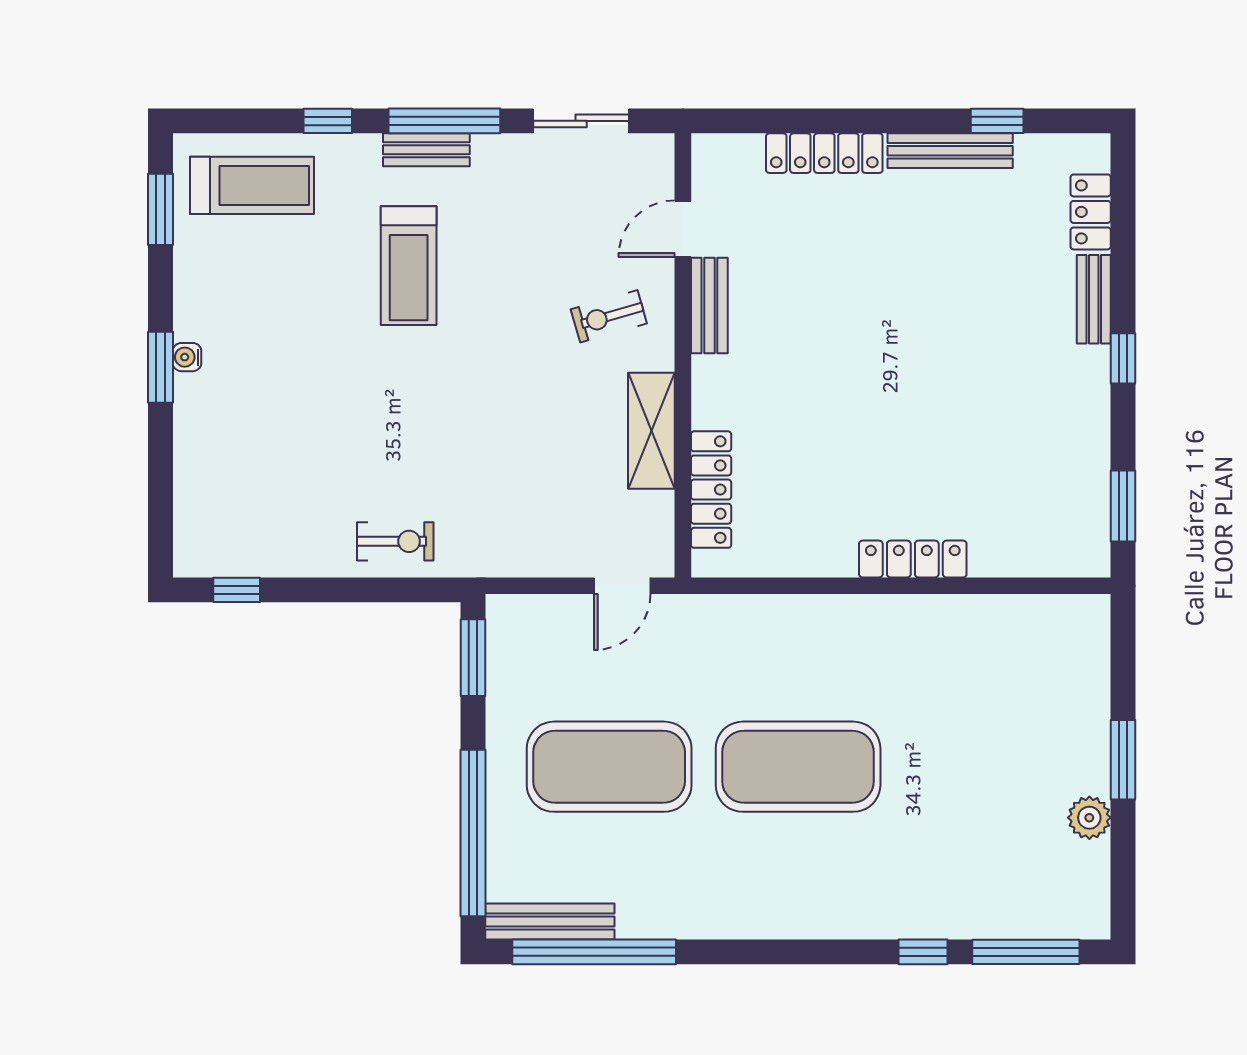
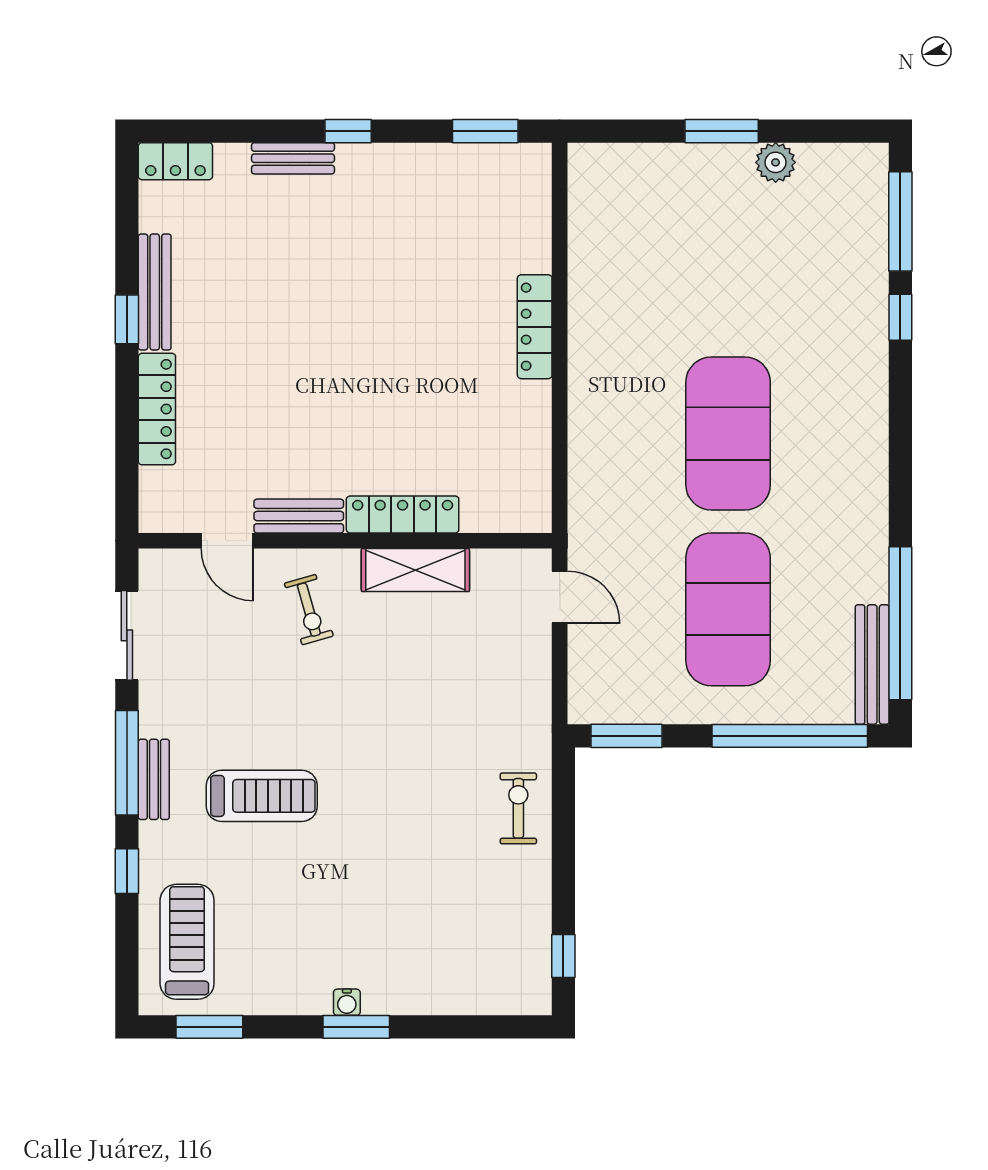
window: (997, 121) -> (127, 319), moved
locker: (1091, 212) -> (175, 161), moved
locker: (711, 490) -> (403, 514), moved

